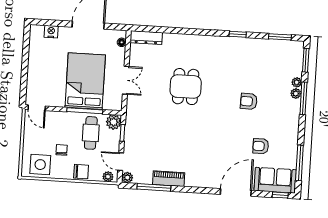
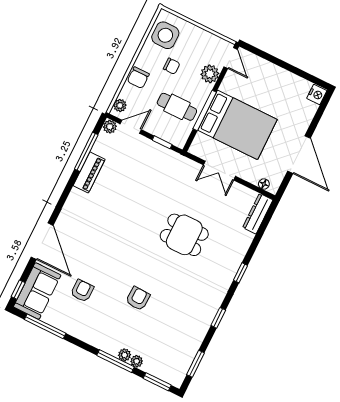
nightstand: (51, 32) -> (317, 95), moved
window: (196, 32) -> (240, 273), added
door: (37, 108) -> (231, 58), swing flipped
plant: (114, 122) -> (210, 74), moved

